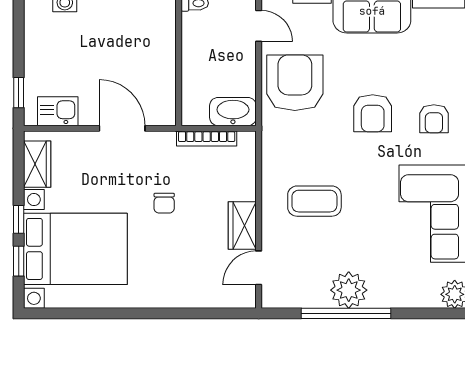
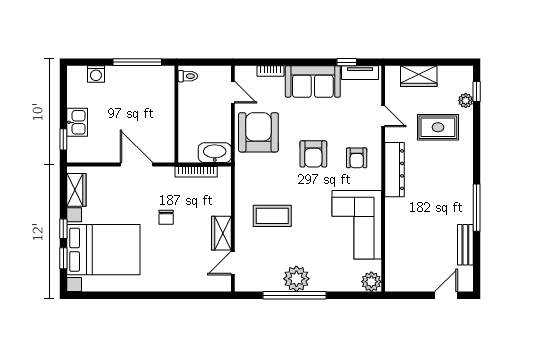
kitchen sink: (58, 111) -> (77, 122), moved, turned 90

